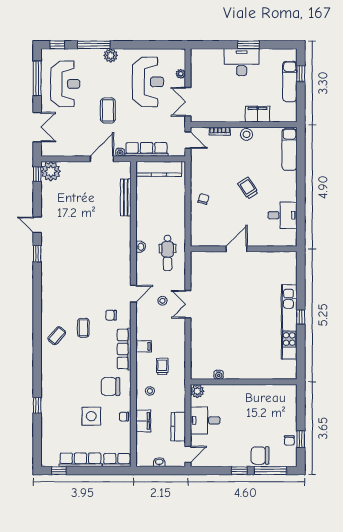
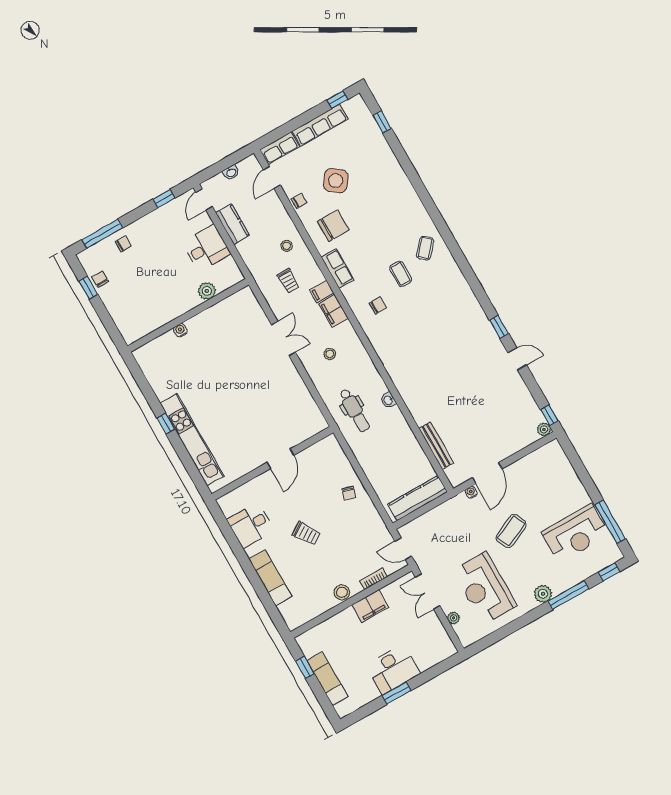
window: (301, 74) -> (305, 667), moved
reception desk: (65, 84) -> (575, 533), turned -90
double door: (188, 102) -> (428, 591), swing flipped
coffee table: (108, 110) -> (511, 531), turned 65
filing cabinet: (258, 114) -> (370, 606), moved
double door: (37, 127) -> (579, 468), removed
row of seats: (147, 149) -> (443, 512), removed
exam couch: (289, 149) -> (270, 578), moved
plant: (51, 171) -> (544, 429), width x0.53, depth x0.53
dental chair: (168, 253) -> (355, 410), turned 180
door: (133, 294) -> (272, 178), moved
double door: (188, 304) -> (283, 338), moved
kitchen unit: (289, 322) -> (192, 440), moved
row of seats: (124, 349) -> (338, 269), width x0.68
water cooler: (219, 375) -> (180, 330), moved
plant: (197, 391) -> (207, 291), moved
window: (37, 405) -> (382, 122), moved
side table: (91, 416) -> (336, 181), turned 37
filing cabinet: (143, 421) -> (333, 311), moved
chair: (260, 456) -> (123, 244), width x0.54, depth x0.54
window: (239, 471) -> (164, 199), moved

